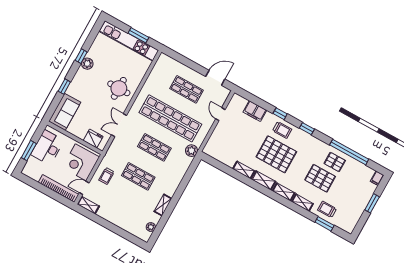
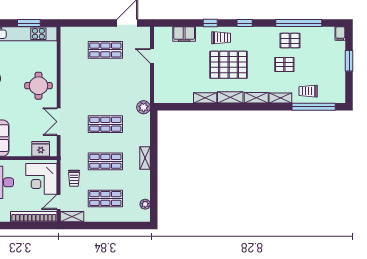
shop shelf: (170, 118) -> (105, 199), moved, width x0.50, depth x0.74
pallet: (320, 178) -> (284, 64), width x0.67, depth x0.71
shelving: (163, 205) -> (145, 158), moved
window: (325, 224) -> (314, 107), width x2.11

